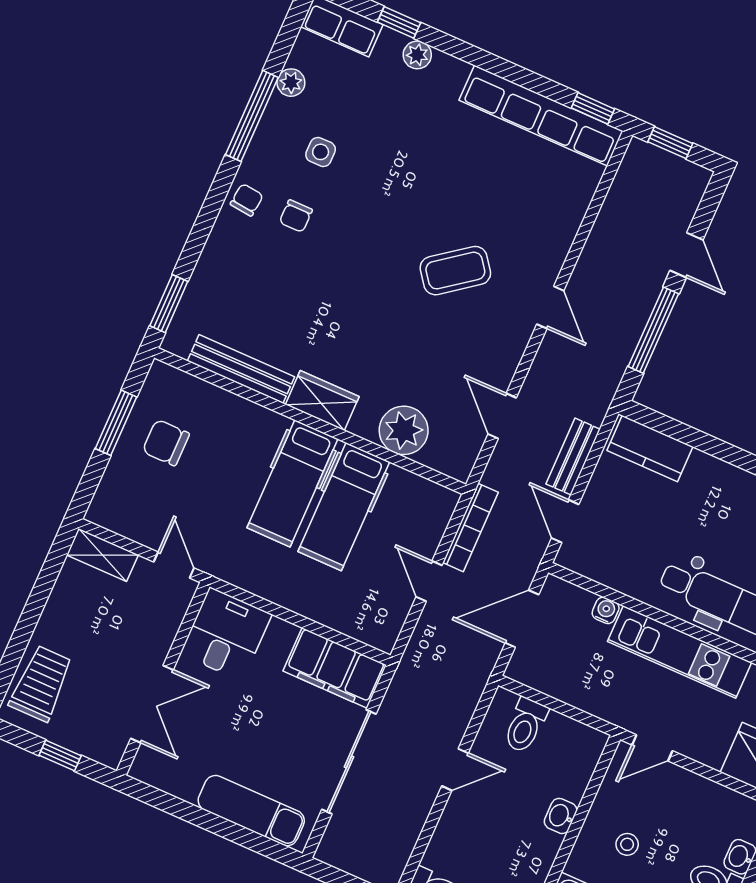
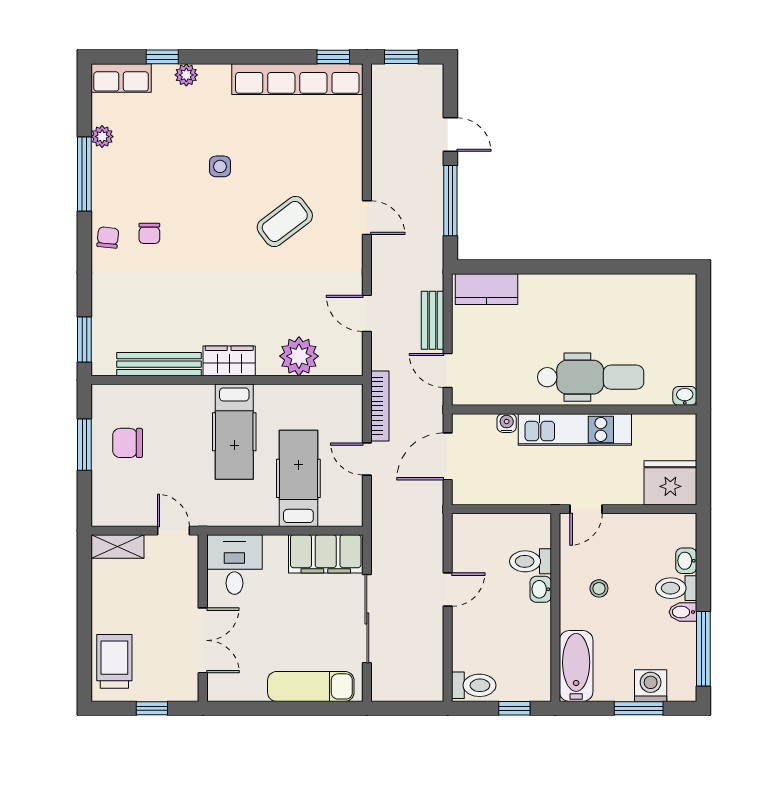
side table: (321, 152) -> (220, 166), moved
hospital bed: (344, 507) -> (298, 478), moved, turned 180
toilet: (525, 725) -> (530, 561), moved, turned 90

